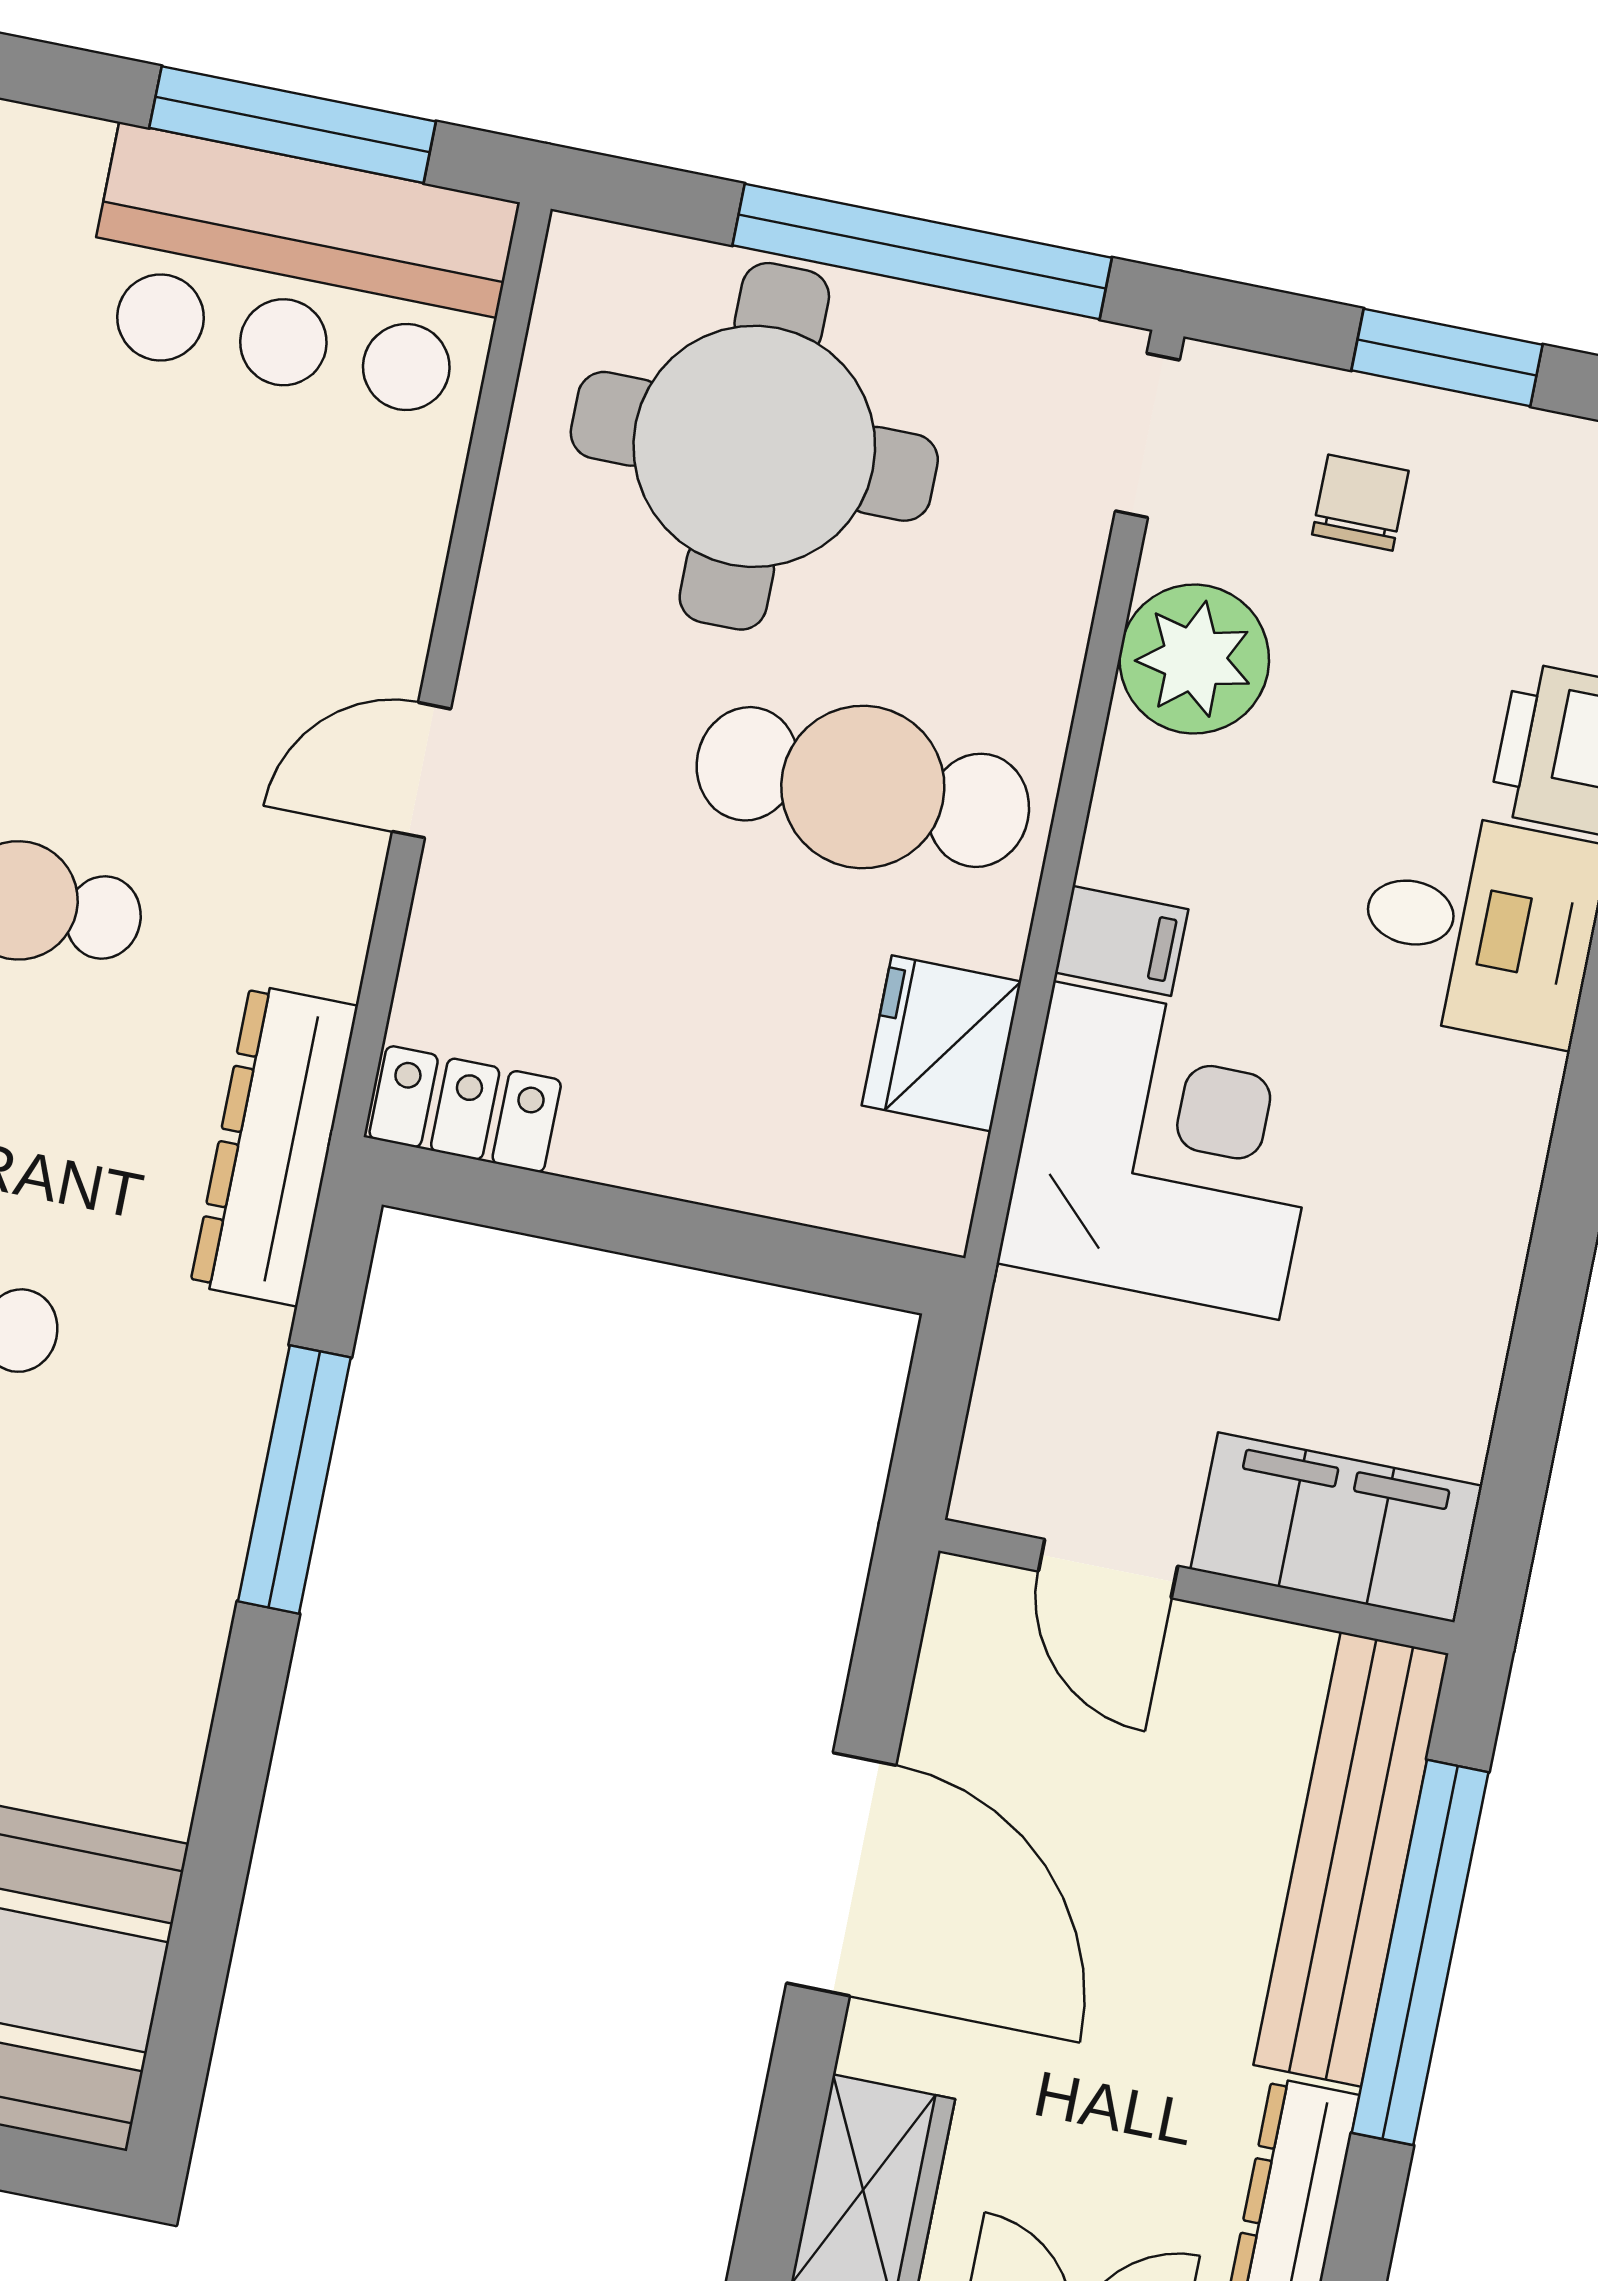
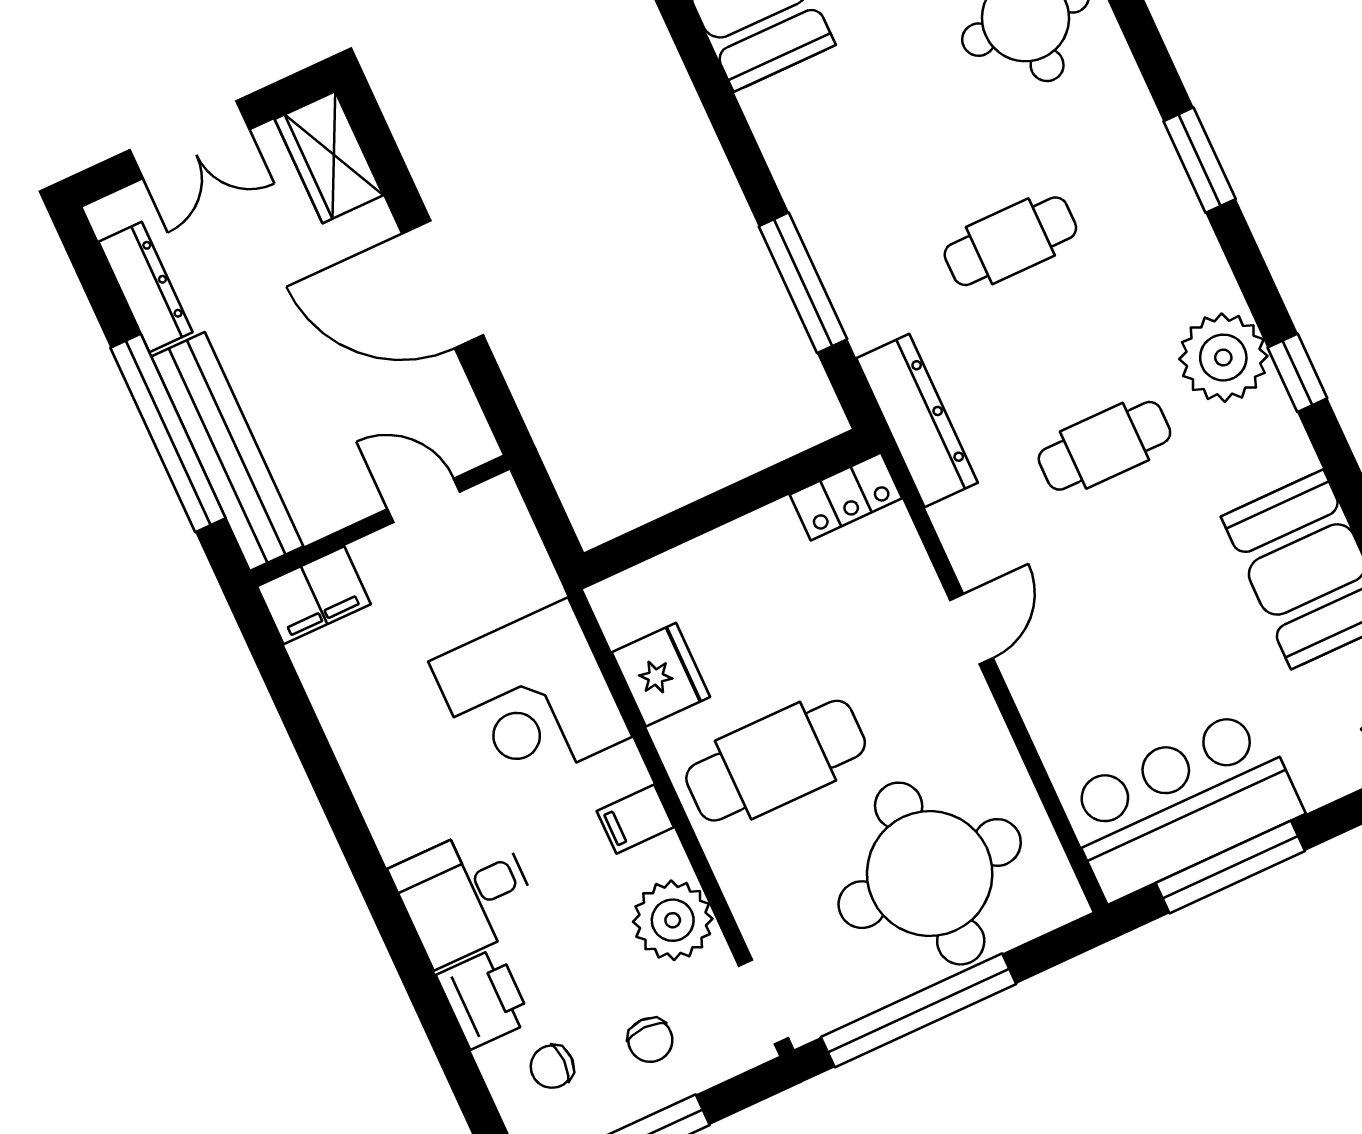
chair: (1538, 571) -> (552, 1067), added
filing cabinet: (1122, 941) -> (635, 819), moved
filing cabinet: (1336, 1527) -> (314, 595), width x0.67, depth x0.86

